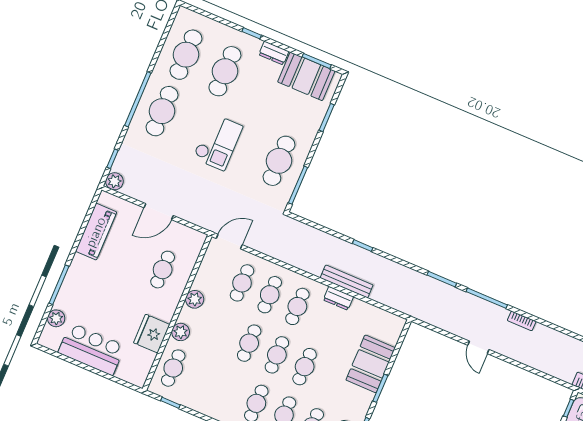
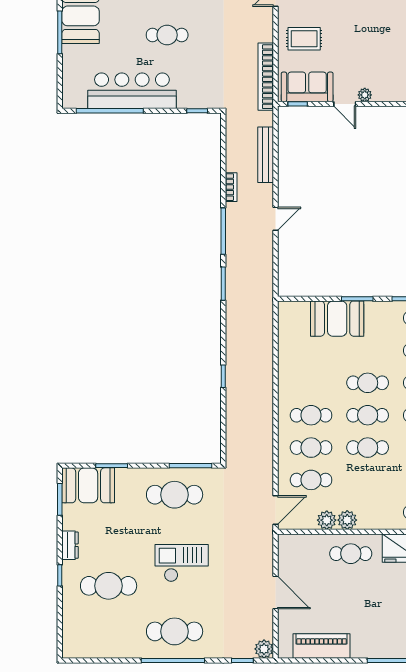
cafe table: (186, 55) -> (109, 631), removed
booth: (306, 76) -> (88, 485), moved, turned 90
door: (229, 242) -> (275, 510), swing flipped
cafe table: (163, 270) -> (351, 554), moved
bench: (347, 281) -> (266, 155), moved
dresser: (338, 298) -> (286, 378), removed
plant: (181, 332) -> (327, 520), moved

